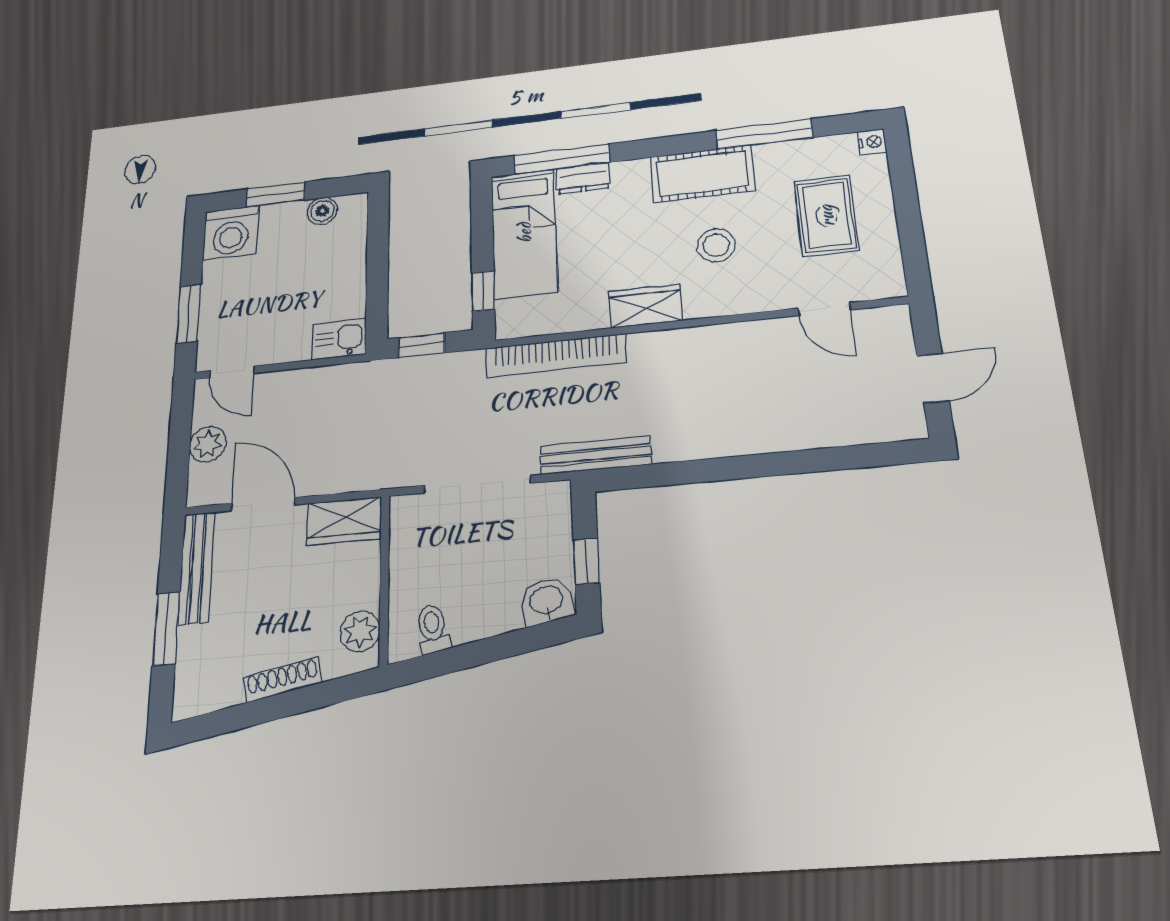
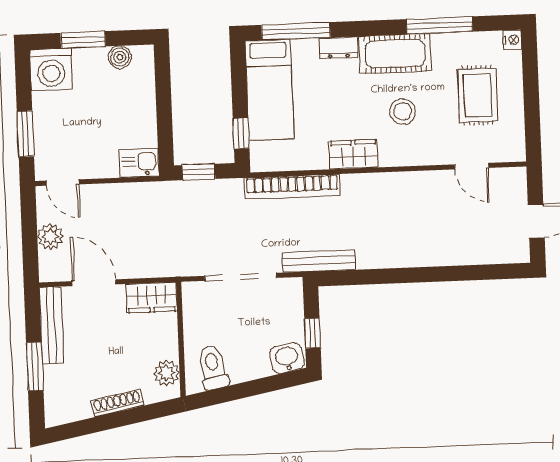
dresser: (583, 178) -> (338, 48), moved
toilet: (433, 629) -> (213, 368), width x1.37, depth x1.39

